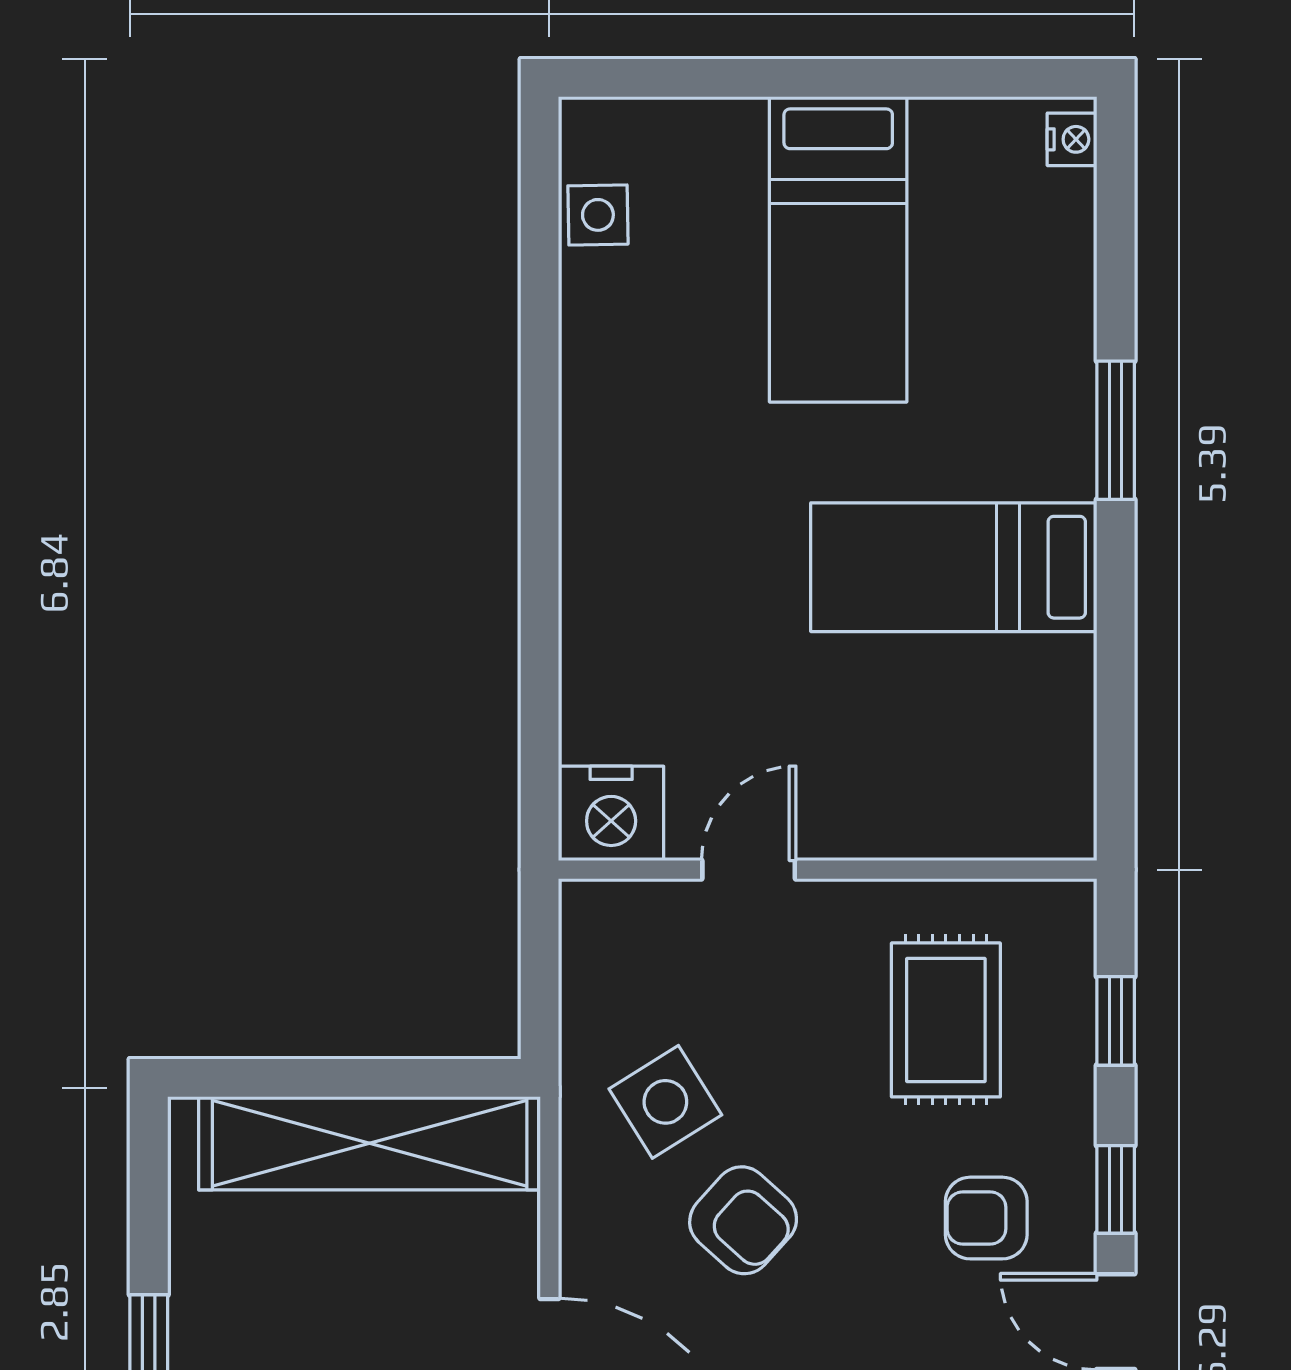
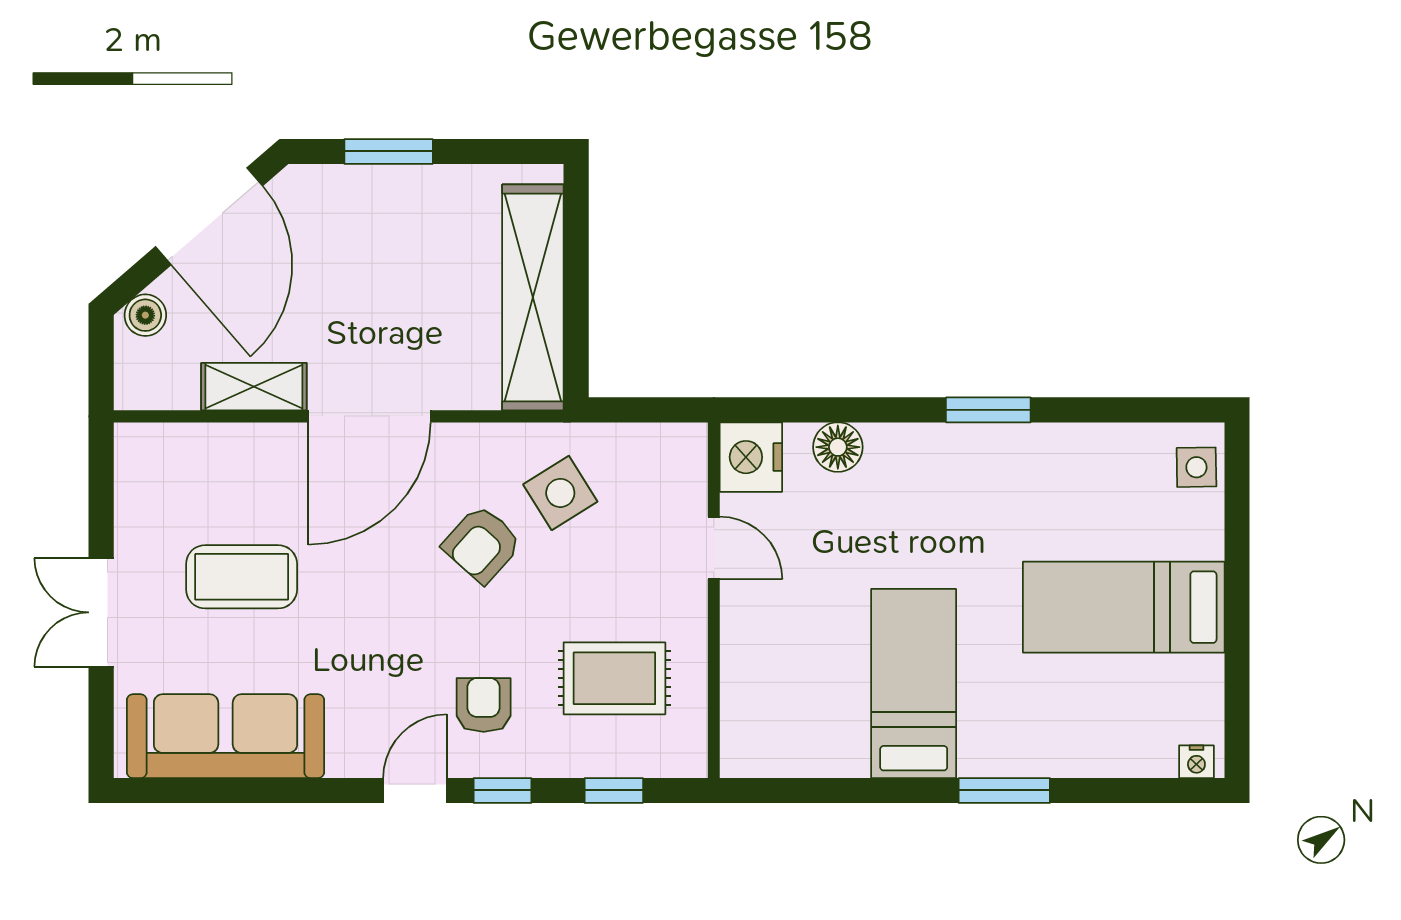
side table: (598, 215) -> (1196, 467), moved
window: (540, 454) -> (988, 410), added
floor lamp: (596, 682) -> (838, 447), added

